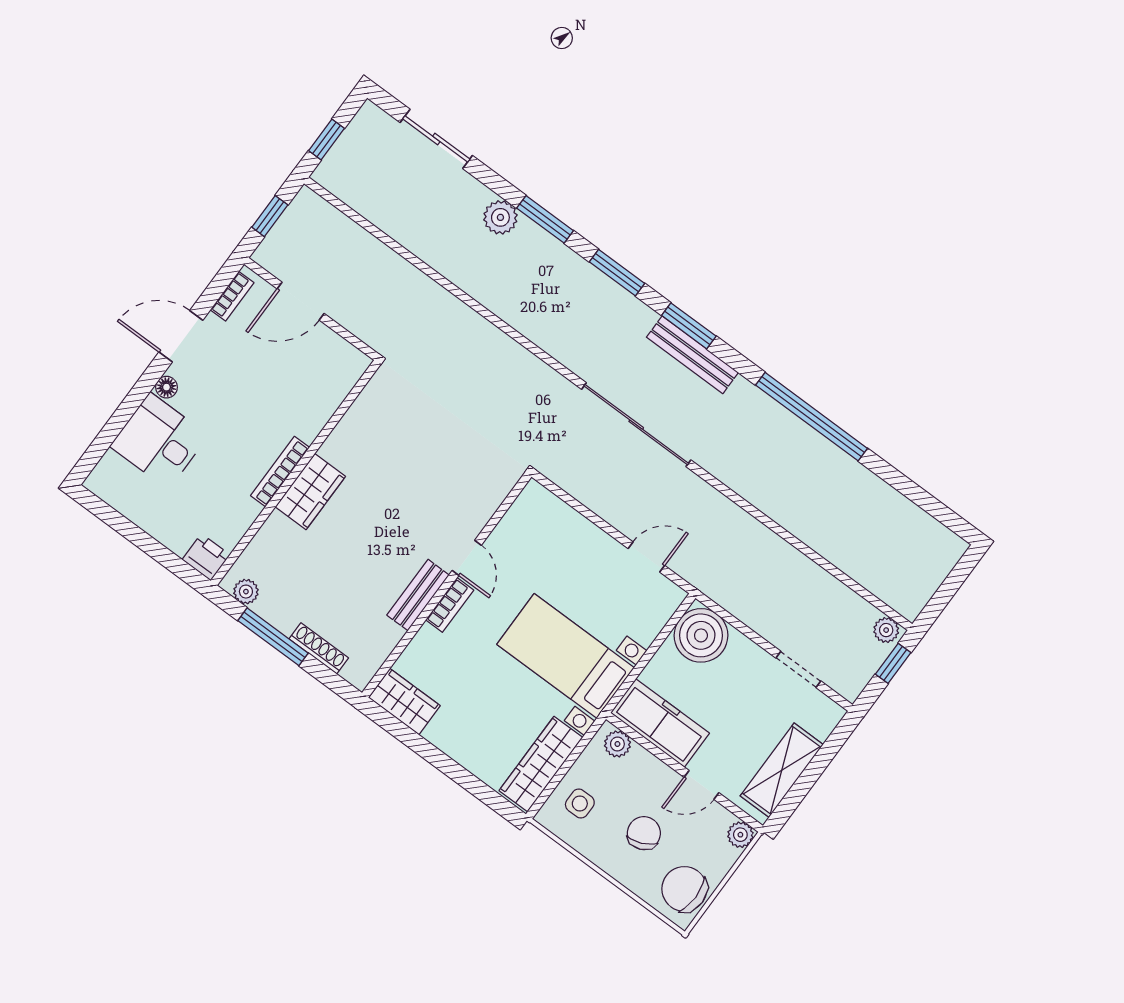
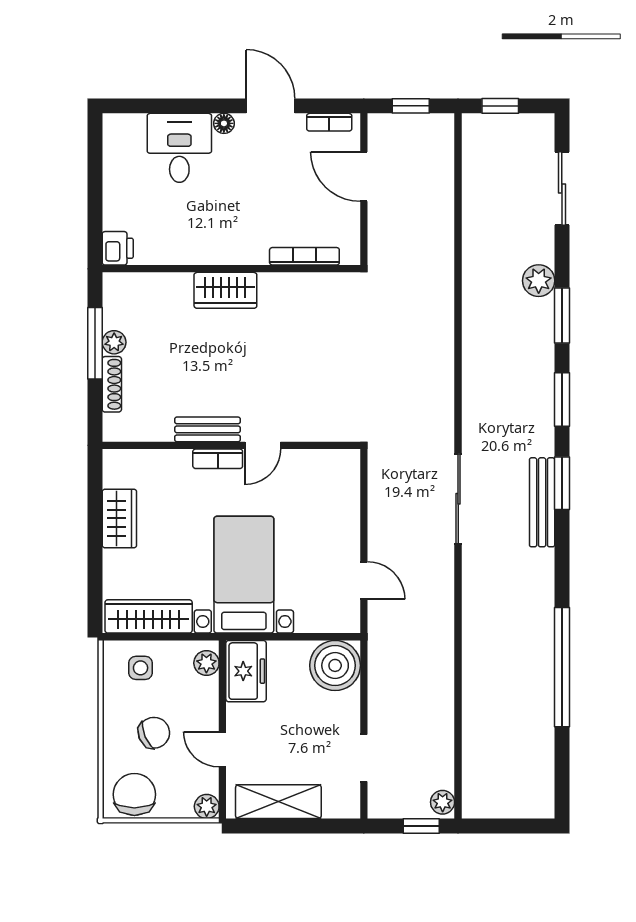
window: (812, 417) -> (562, 667), moved
sliding door: (636, 425) -> (458, 499), width x0.73
bookcase: (280, 472) -> (304, 256), moved
plant: (246, 592) -> (114, 342), moved
wardrobe: (404, 702) -> (119, 518), moved
freezer: (660, 723) -> (246, 671), width x0.71

